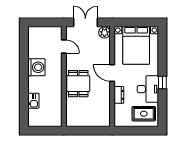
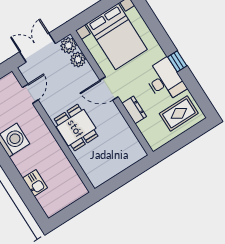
plant: (105, 44) -> (78, 59), added
door: (64, 47) -> (30, 94), hinge flipped

